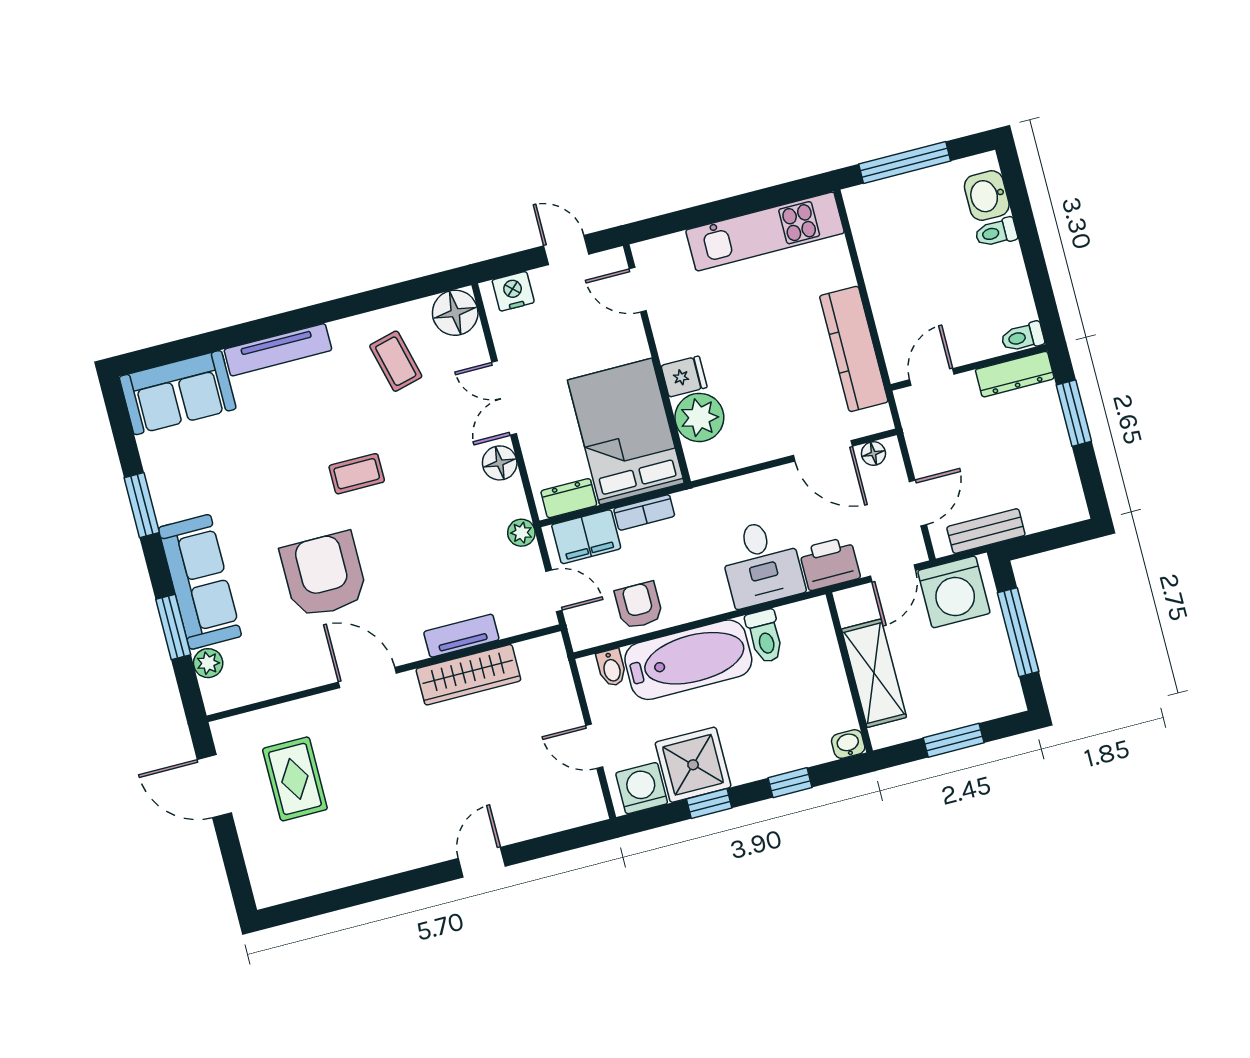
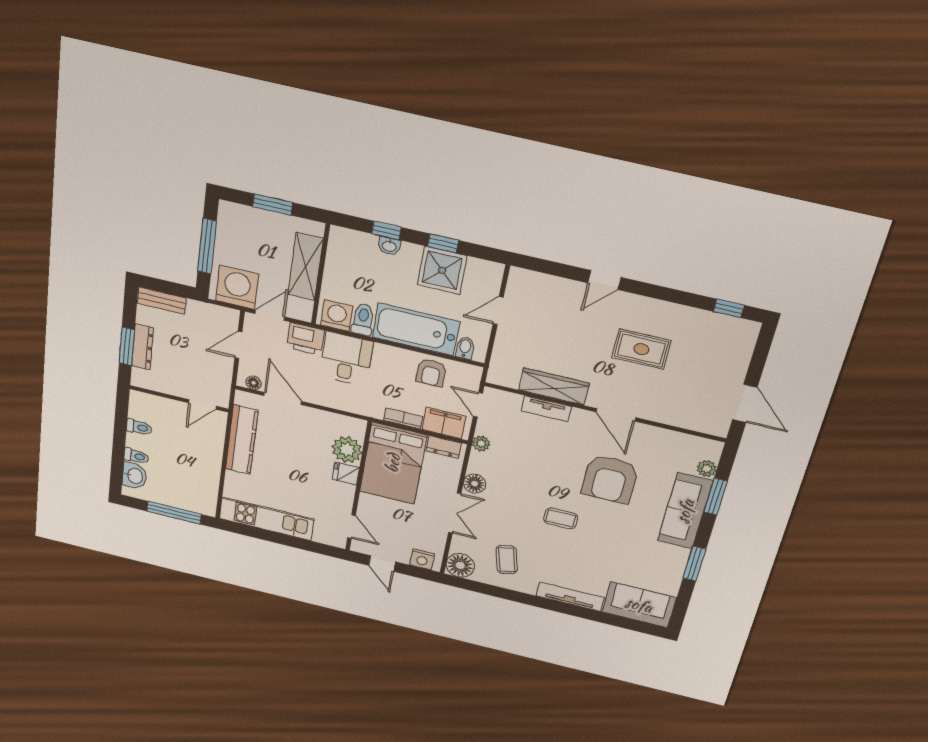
toilet: (1023, 337) -> (139, 427), moved
dresser: (1015, 374) -> (143, 347), moved, turned 90
bench: (986, 531) -> (162, 301), moved
washbasin: (848, 744) -> (389, 246), moved
door: (594, 746) -> (498, 311), swing flipped
rug: (295, 779) -> (641, 349), moved, turned 90
washing machine: (642, 788) -> (337, 316), moved, turned 180
window: (309, 907) -> (729, 308), added

